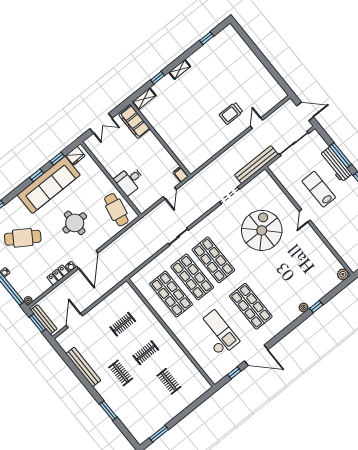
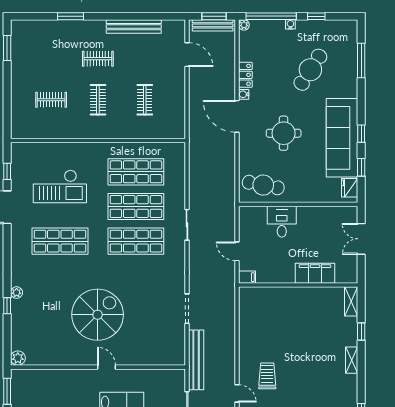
filing cabinet: (134, 122) -> (315, 273), moved
spiral stairs: (262, 230) -> (98, 315), moved, turned -90

